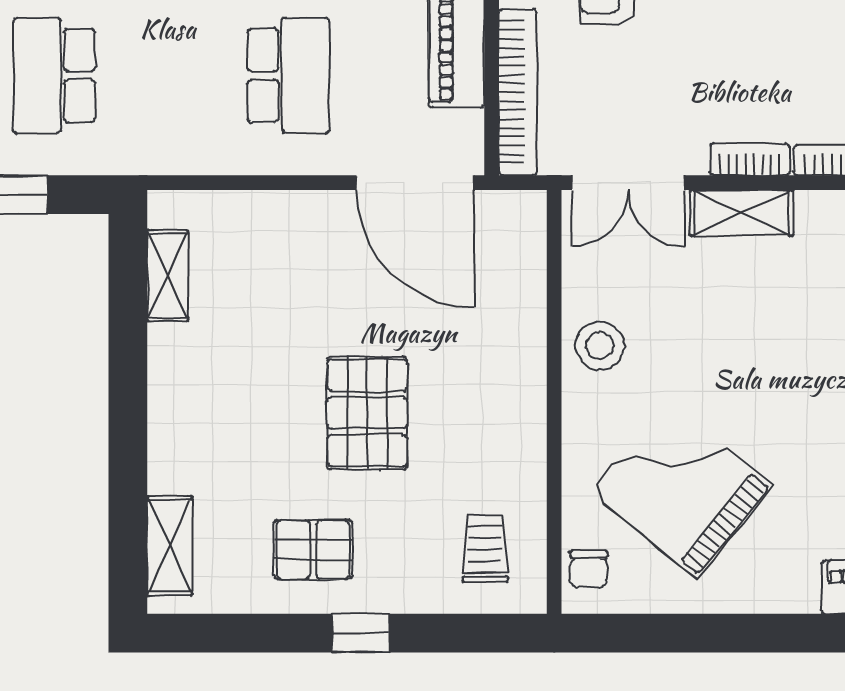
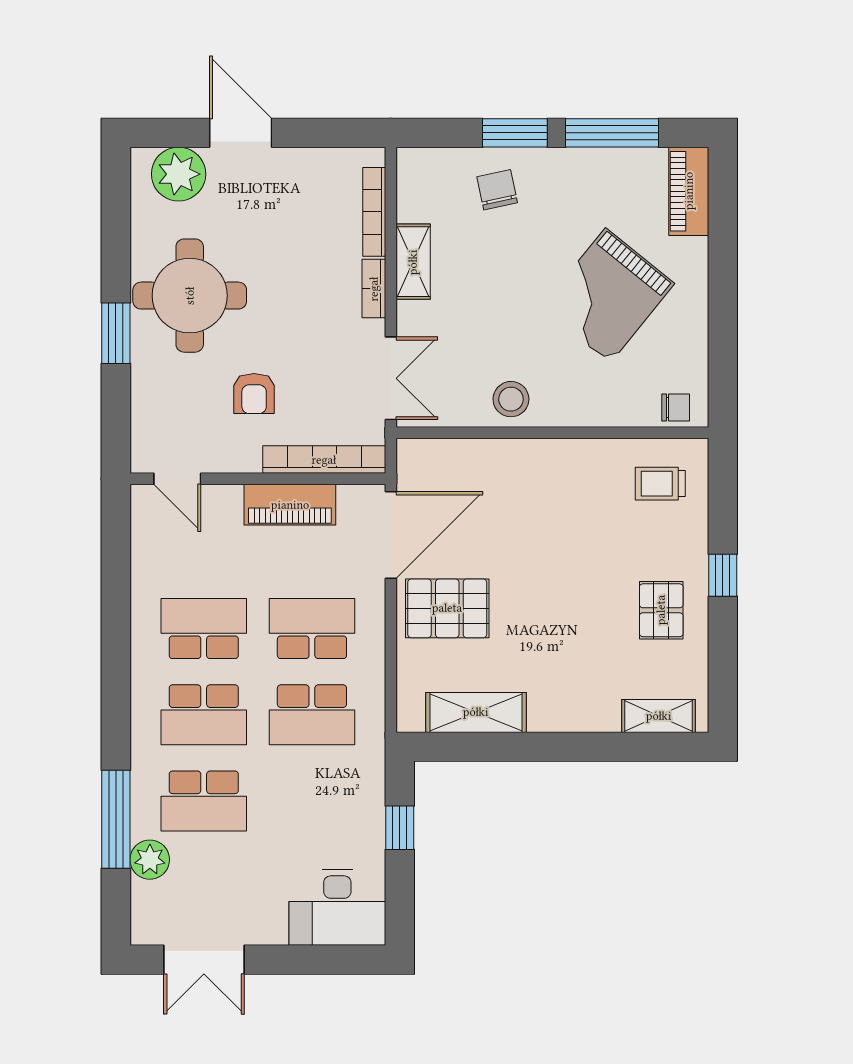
school desk: (54, 75) -> (312, 715), moved
shelving: (742, 213) -> (413, 262), moved
shelving: (168, 275) -> (476, 712), width x1.50, depth x1.33
pallet: (367, 413) -> (447, 608), moved
grand piano: (681, 489) -> (608, 295), moved

